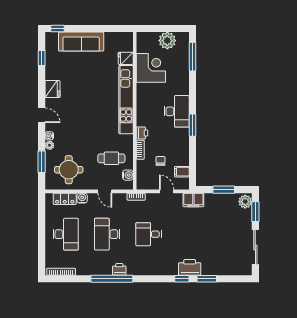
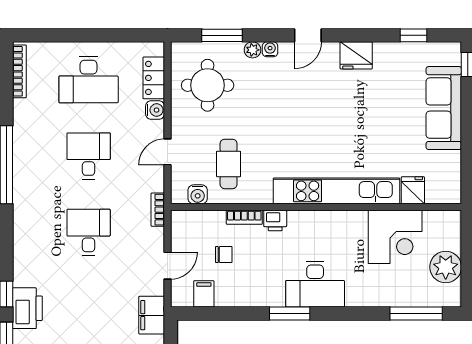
desk: (107, 234) -> (89, 156), width x0.73
printer: (119, 269) -> (24, 179), removed

